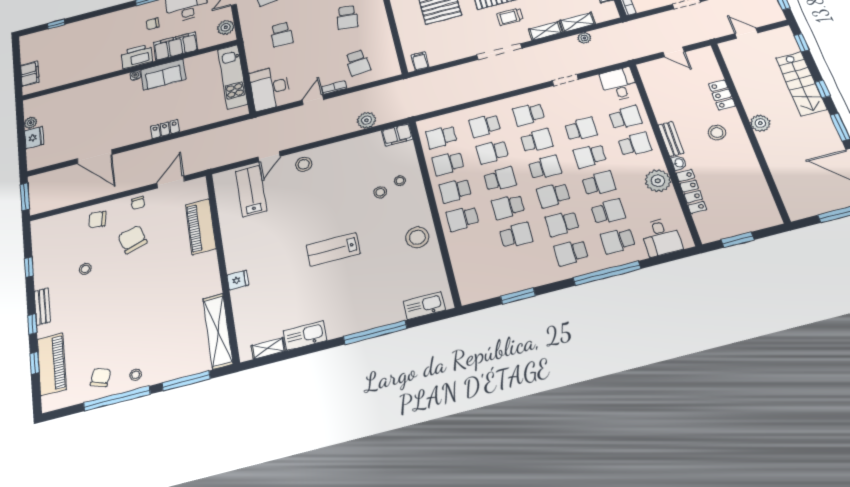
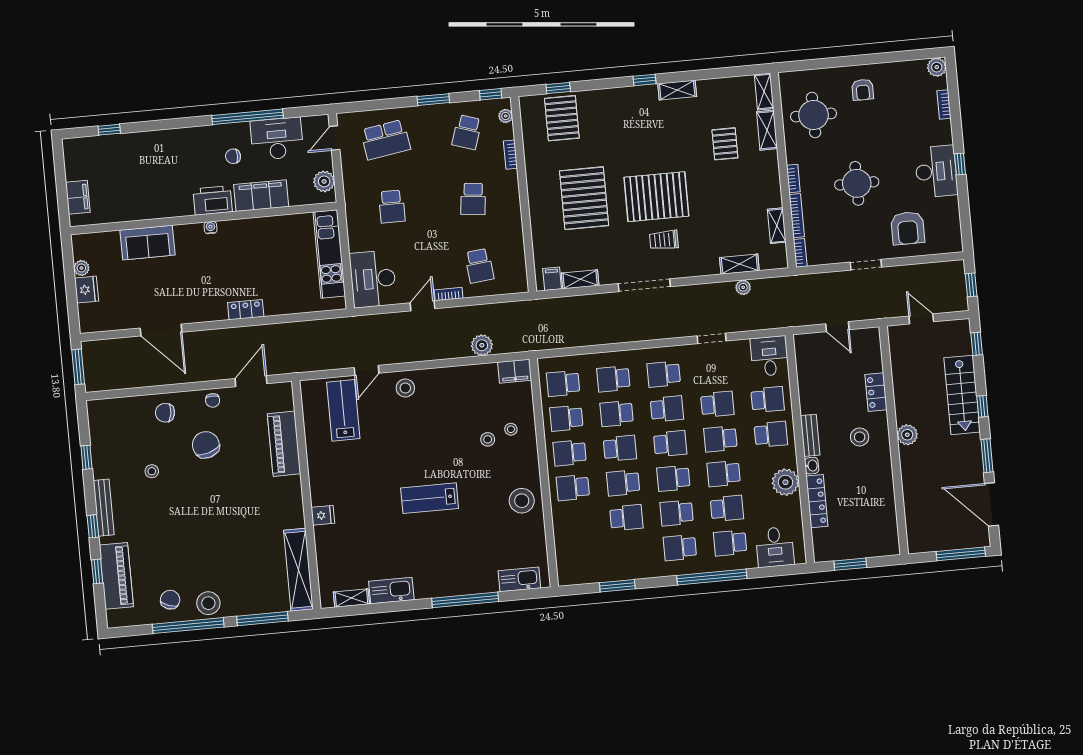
shelving: (545, 31) -> (580, 279), moved
sofa: (163, 75) -> (148, 243), moved
school desk: (599, 183) -> (724, 474), turned 180
bench: (42, 306) -> (104, 508), width x1.36
stool: (136, 375) -> (208, 603), width x1.89, depth x1.89

